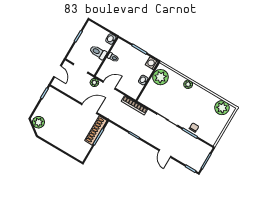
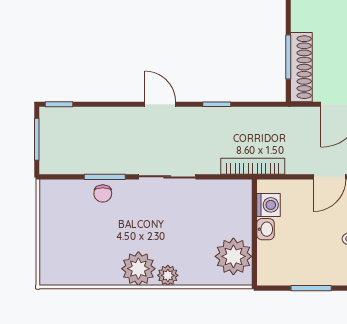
washing machine: (152, 63) -> (268, 205), moved
plant: (222, 108) -> (138, 269), moved
door: (165, 153) -> (160, 104), moved

